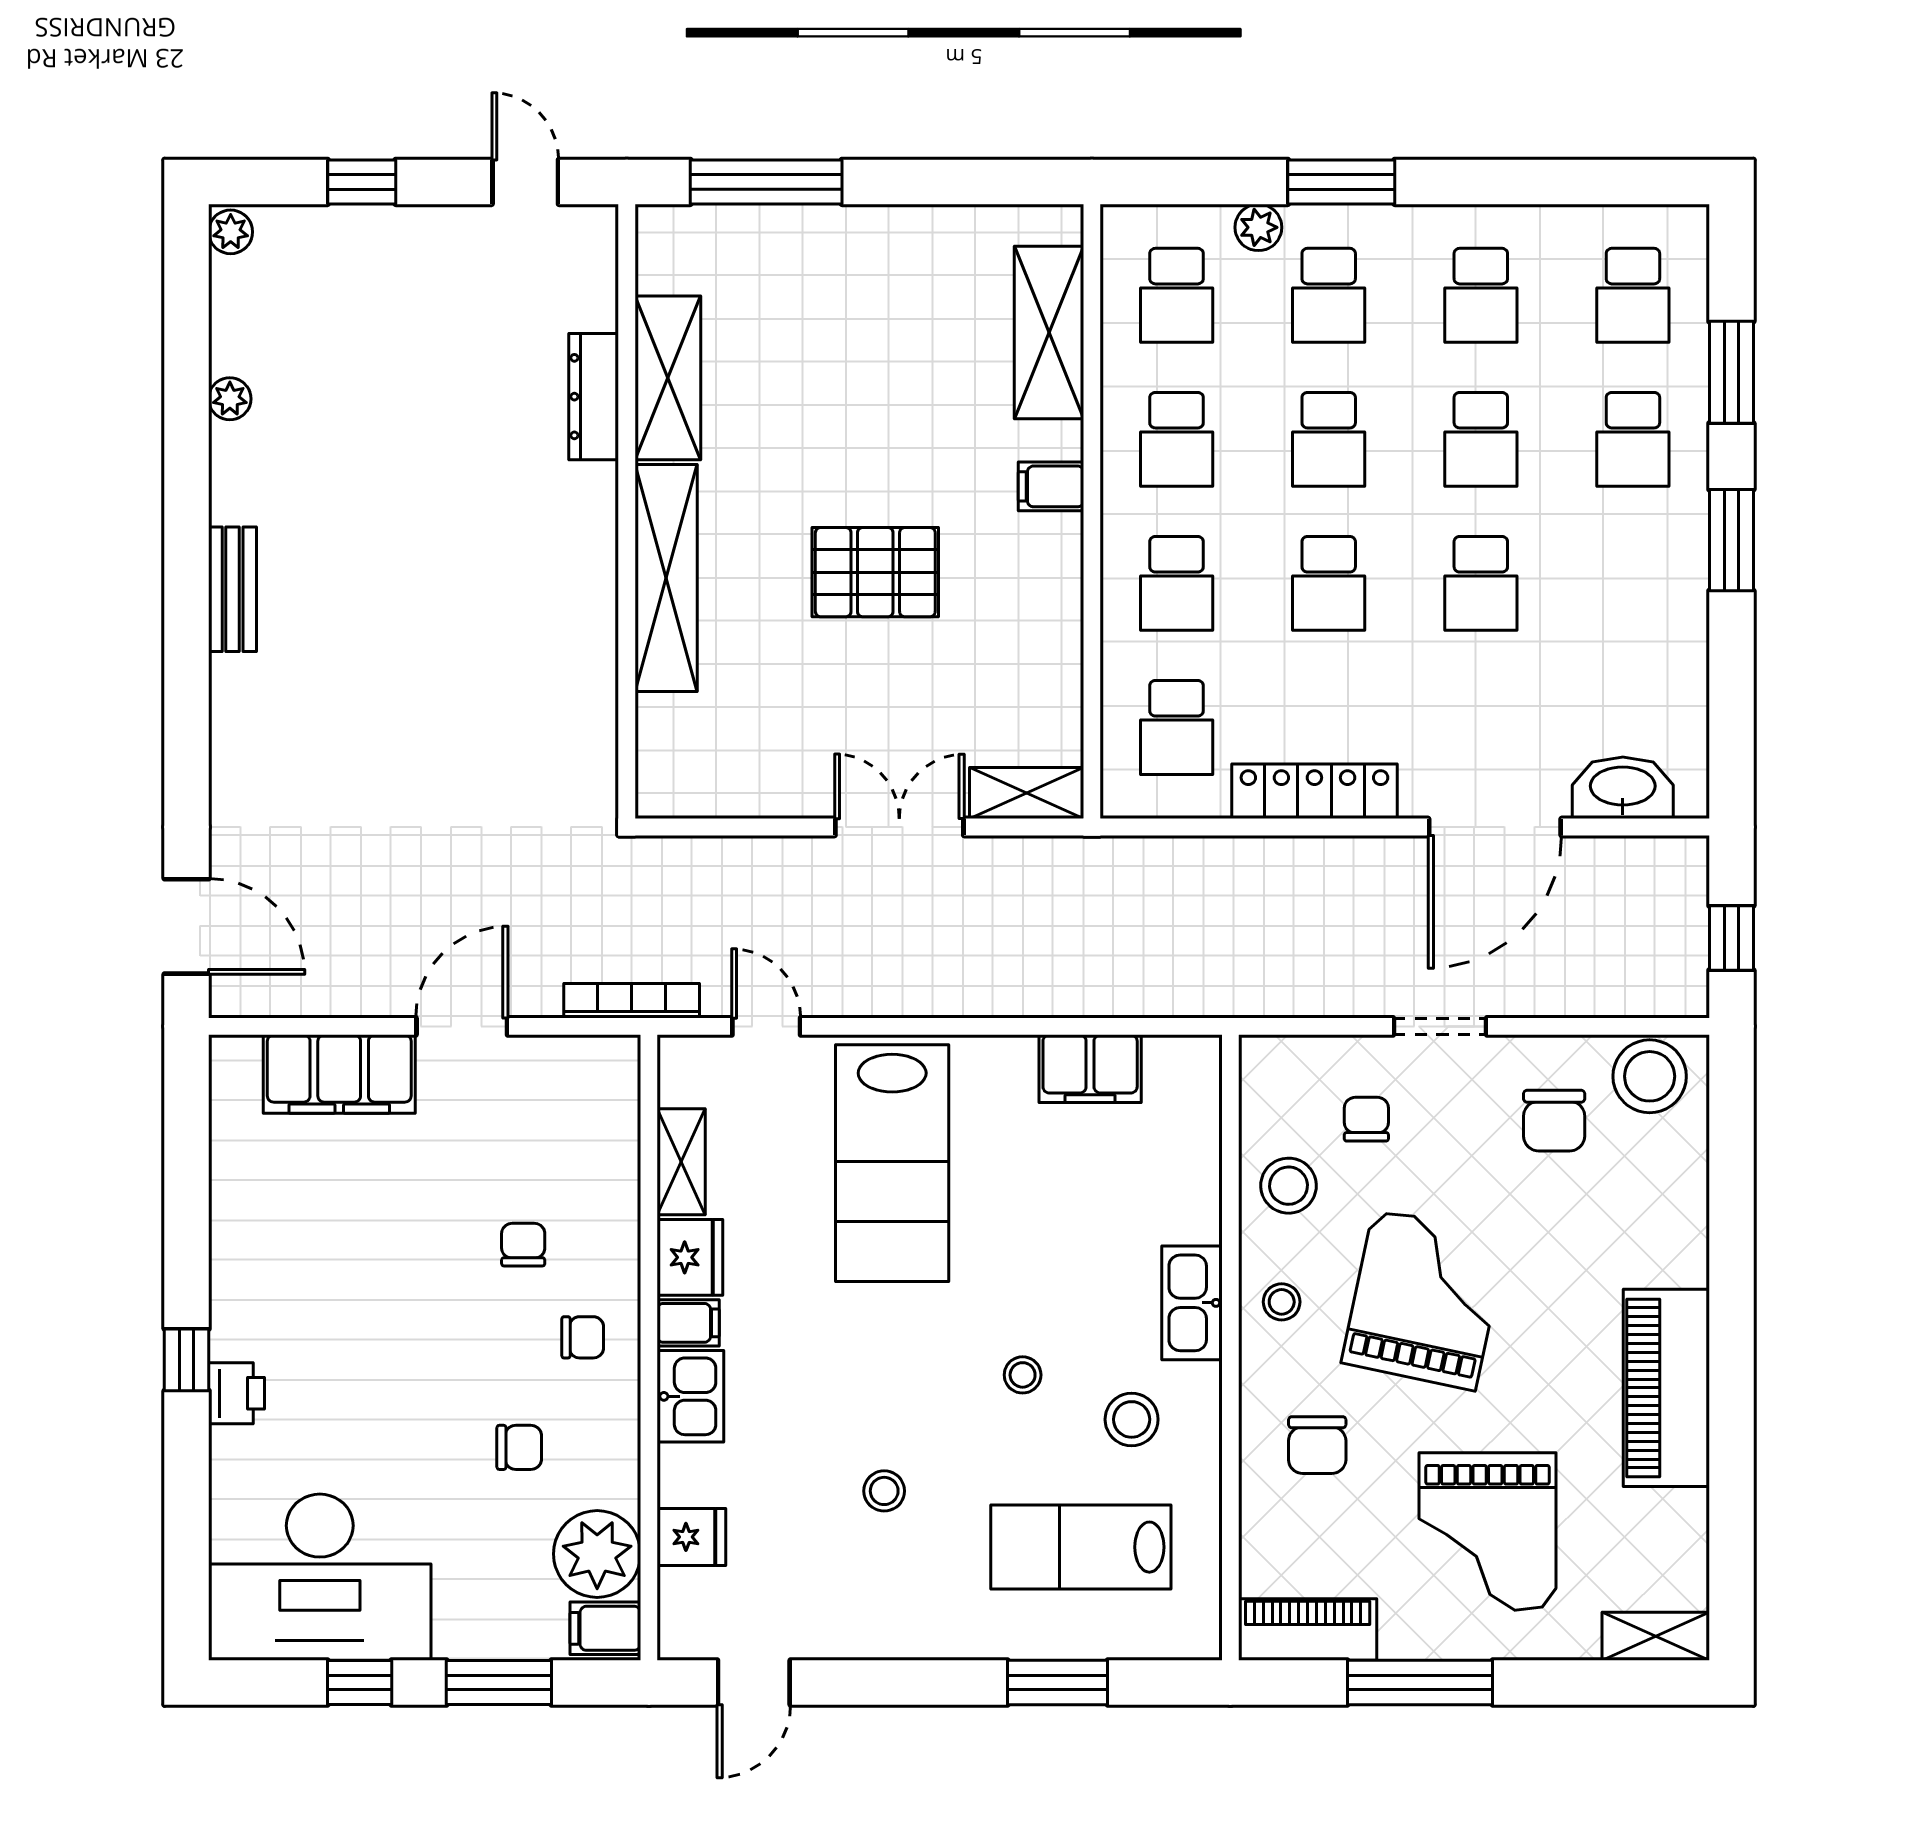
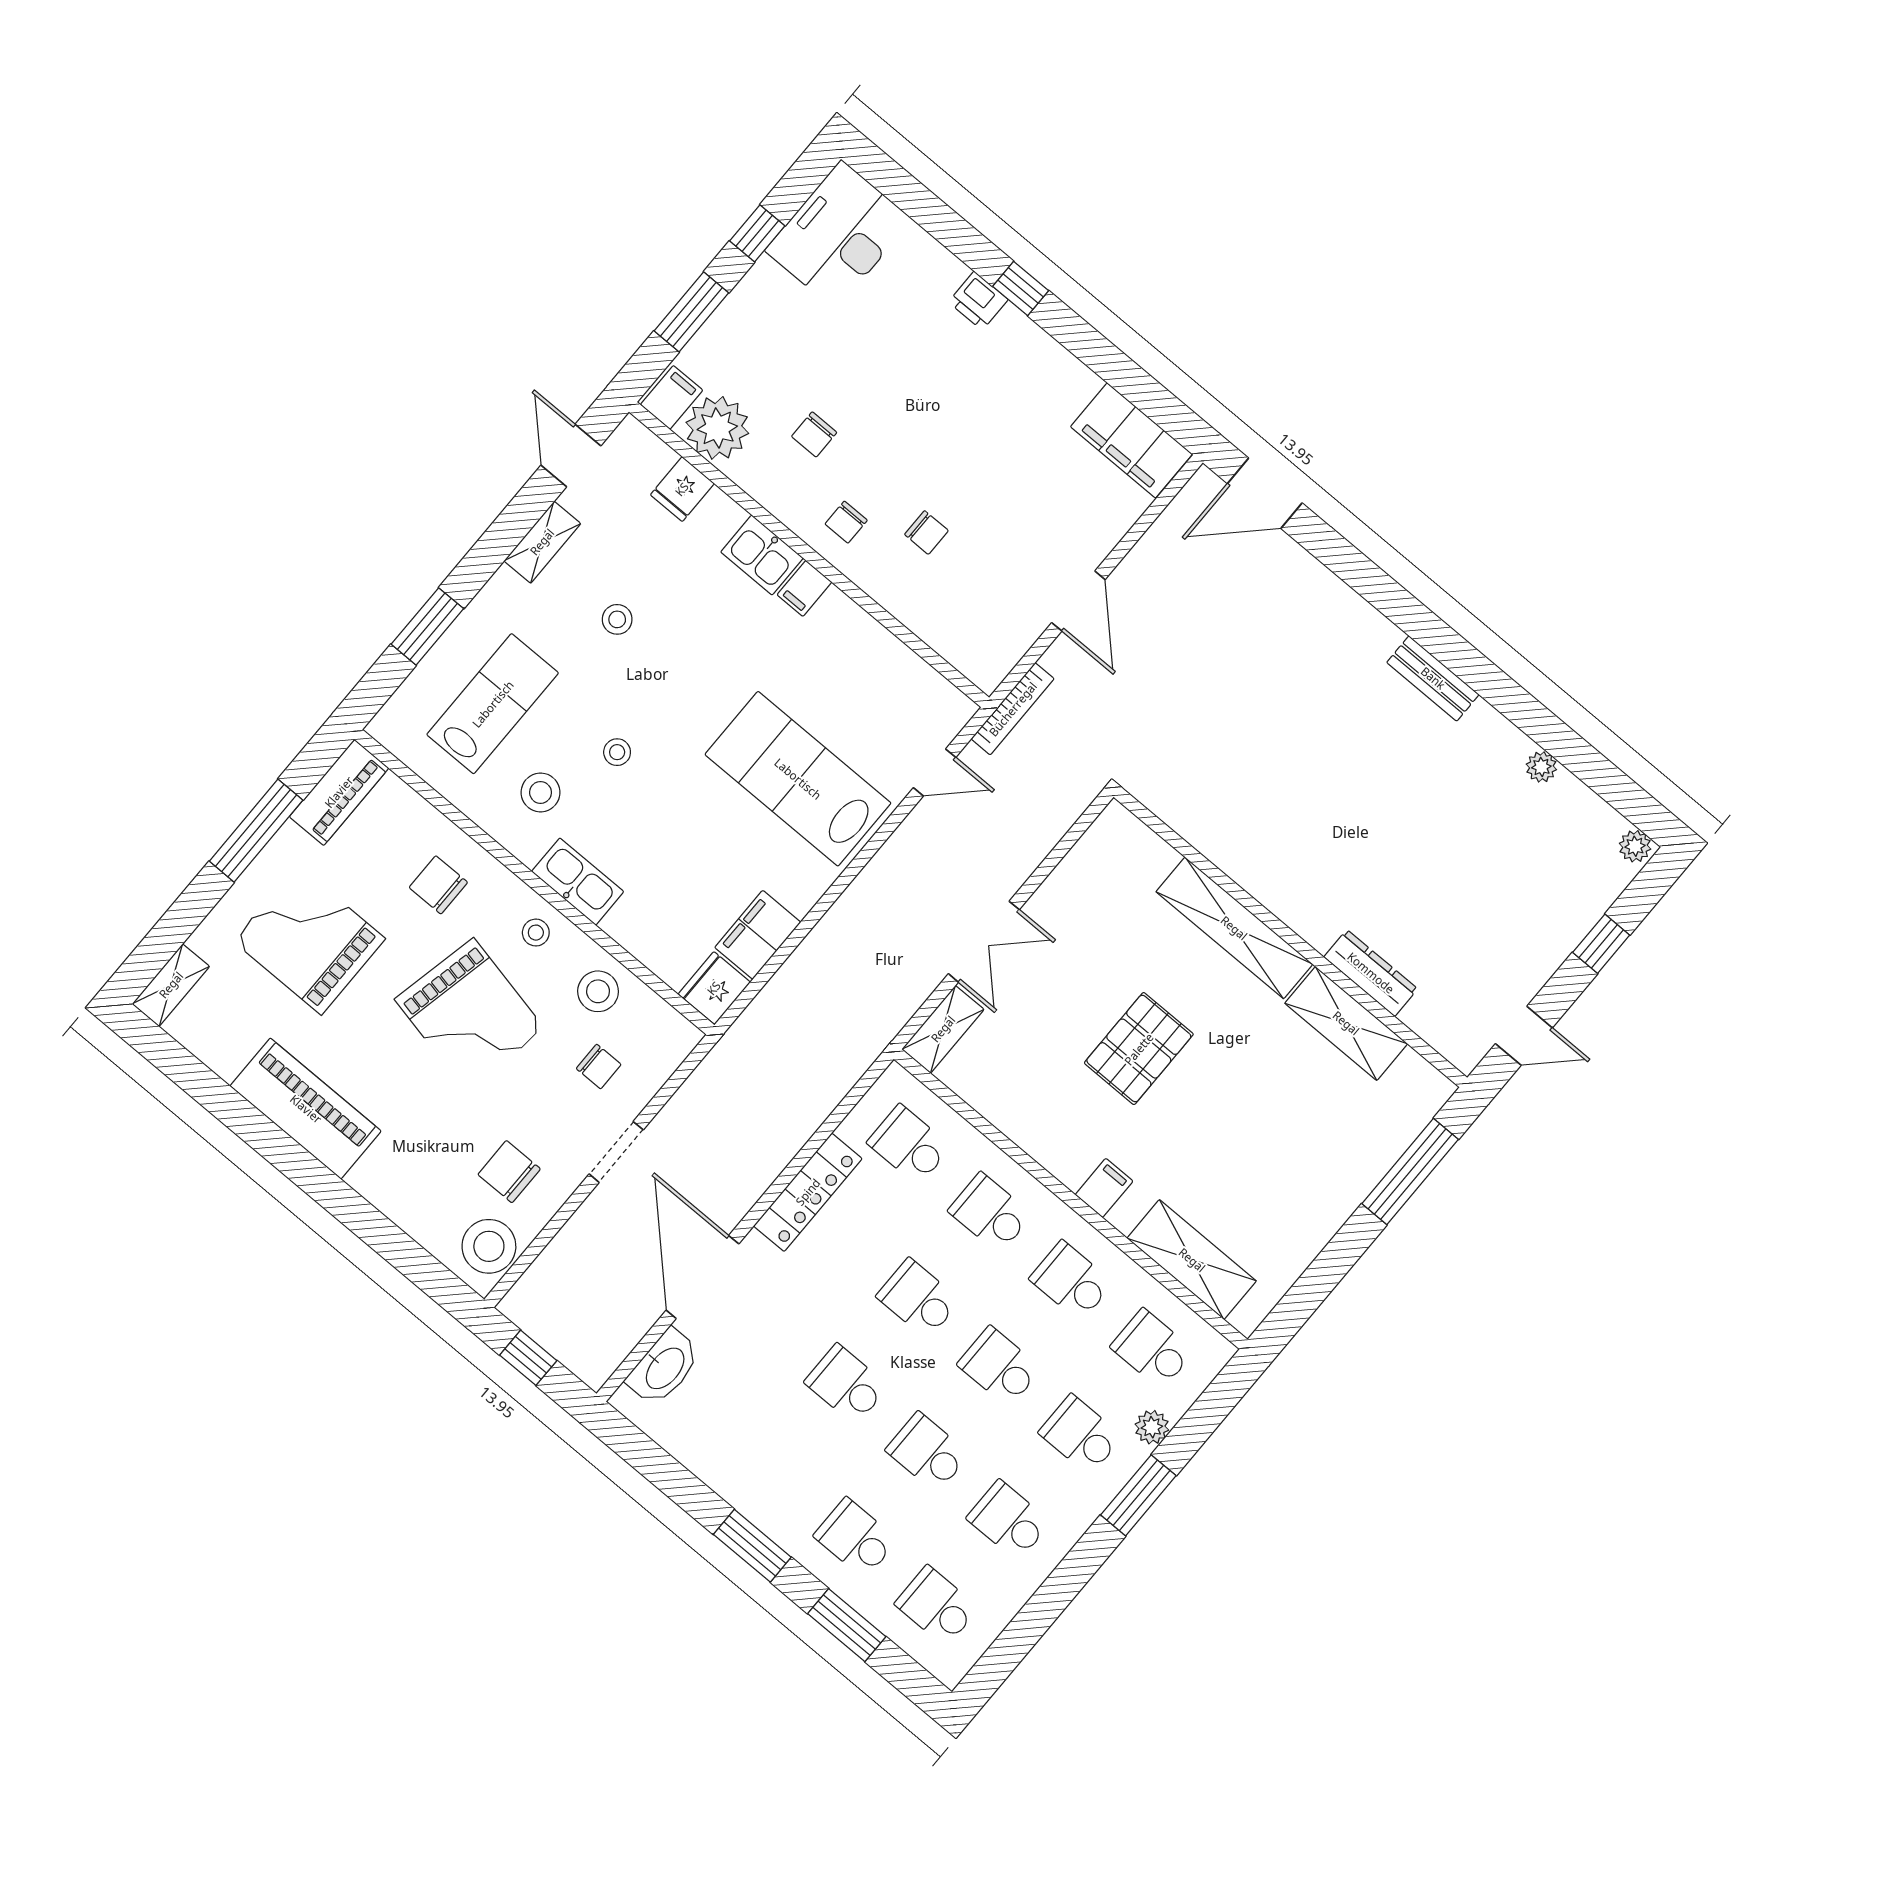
filing cabinet: (339, 1074) -> (1131, 440), moved, turned -90
shelving: (681, 1162) -> (542, 542), moved, turned 90
fridge: (690, 1257) -> (714, 988), moved, turned 90
desk: (320, 1577) -> (839, 235), width x0.73, depth x0.77

